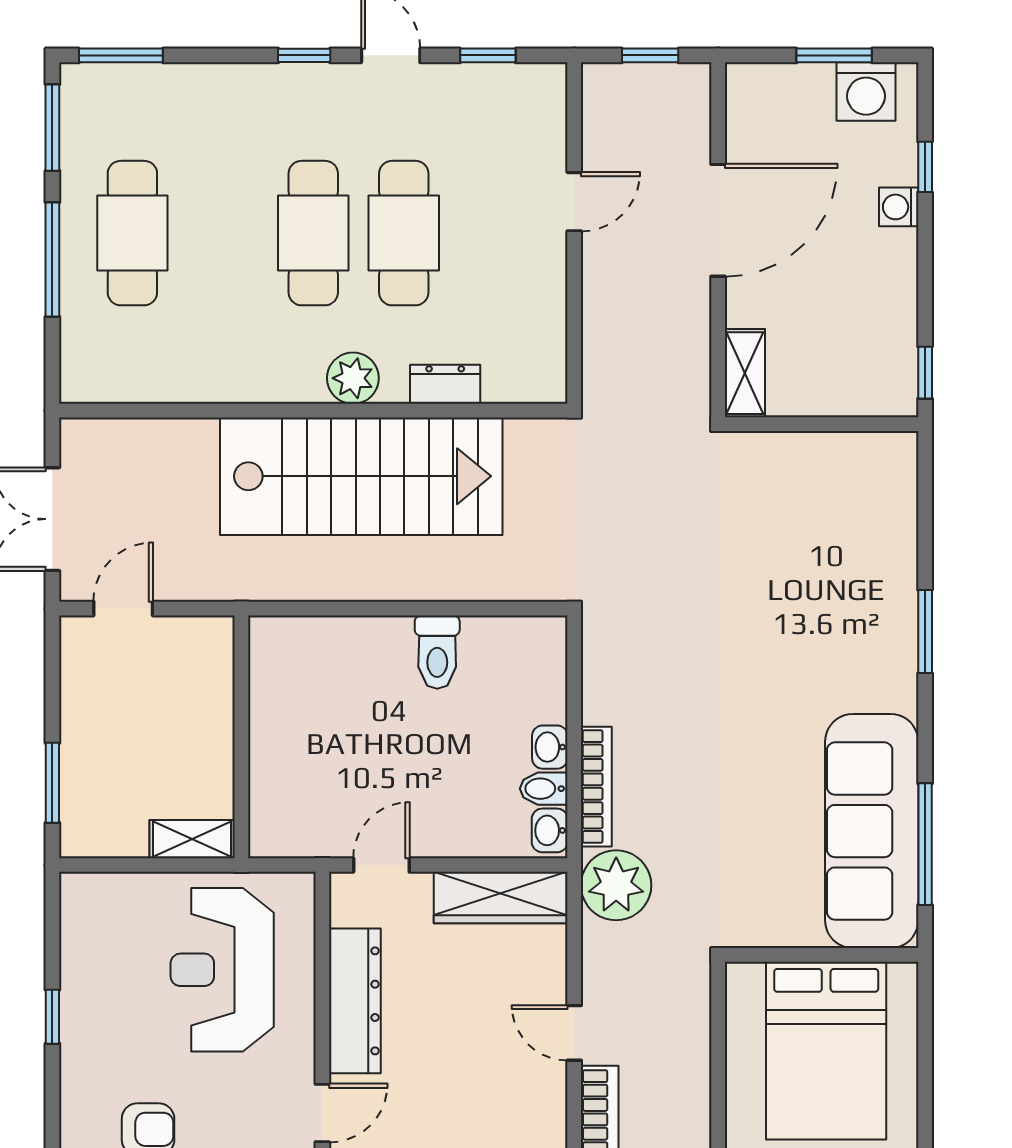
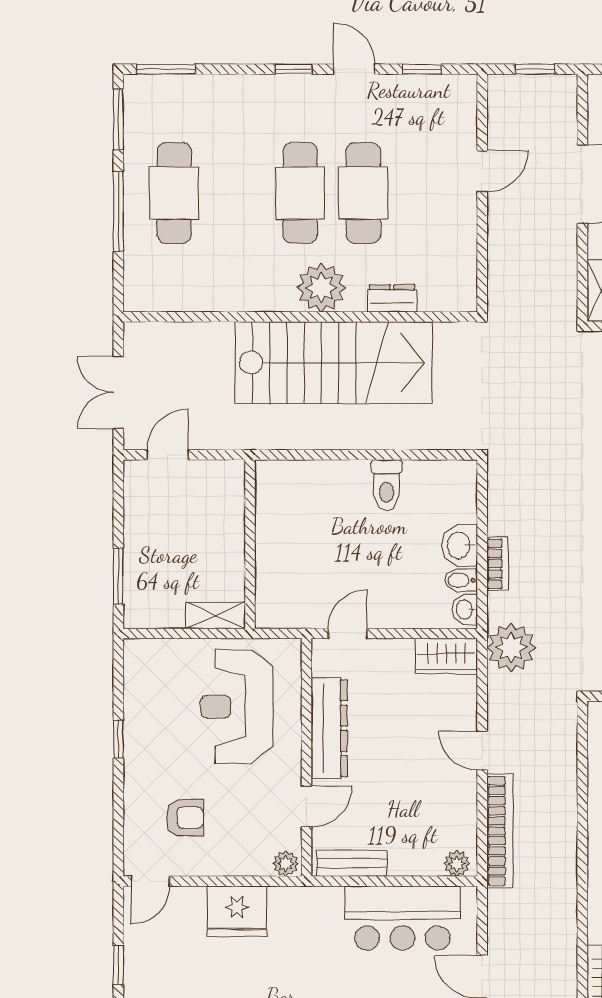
plant: (353, 378) -> (321, 288), width x1.36, depth x1.36
washbasin: (550, 747) -> (460, 545), width x1.38, depth x1.45
bookcase: (596, 787) -> (497, 564), width x0.64
wardrobe: (501, 898) -> (446, 656), width x0.67

